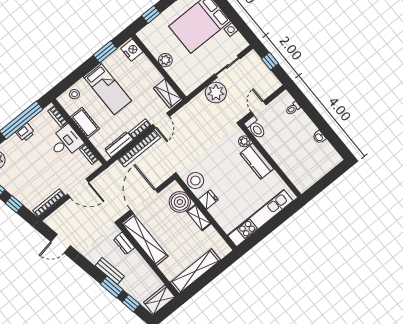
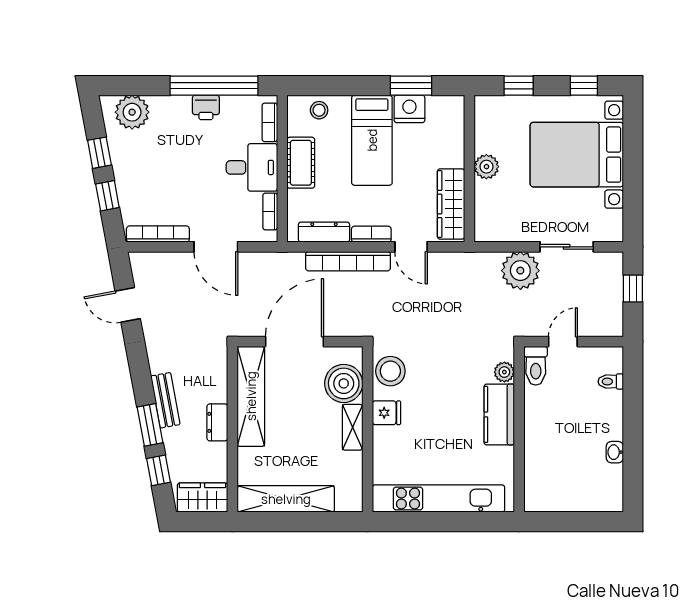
nightstand: (132, 50) -> (409, 109), moved, turned -90
wardrobe: (167, 93) -> (451, 204), width x1.50
door: (161, 120) -> (411, 247), hinge flipped
dresser: (124, 243) -> (217, 422), moved

